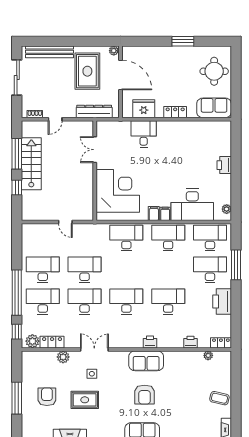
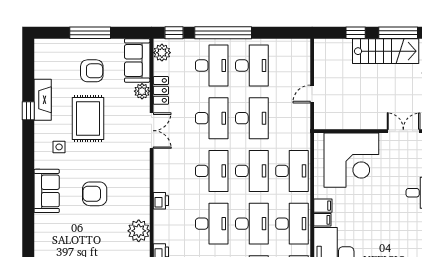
desk: (126, 270) -> (252, 171), added
desk: (168, 270) -> (252, 224), added
locker: (52, 342) -> (161, 90), moved
plant: (174, 360) -> (139, 231), added
sofa: (146, 361) -> (137, 60), moved
side table: (92, 374) -> (59, 147), moved
rug: (85, 400) -> (88, 118), width x1.36, depth x1.43

